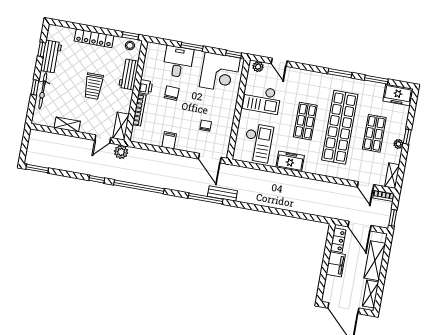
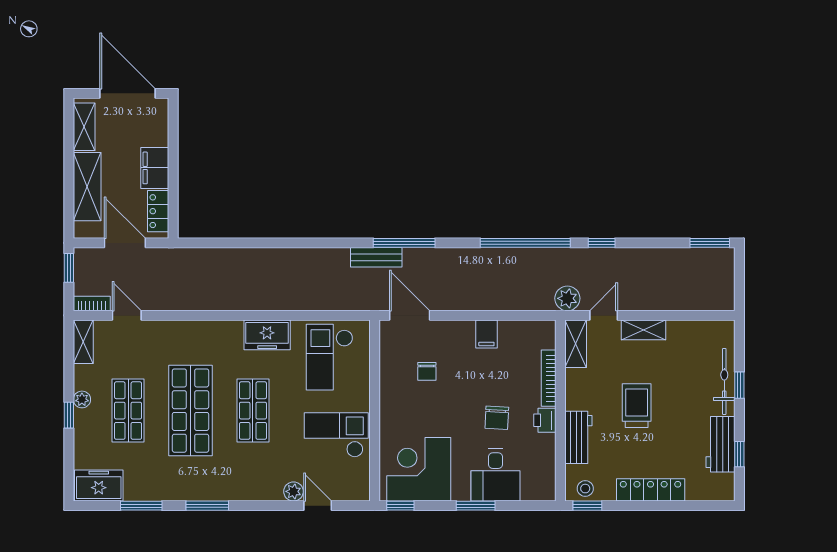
plant: (258, 67) -> (293, 491), moved
shelving: (67, 124) -> (643, 330), moved
shop shelf: (340, 127) -> (191, 411), width x0.71

